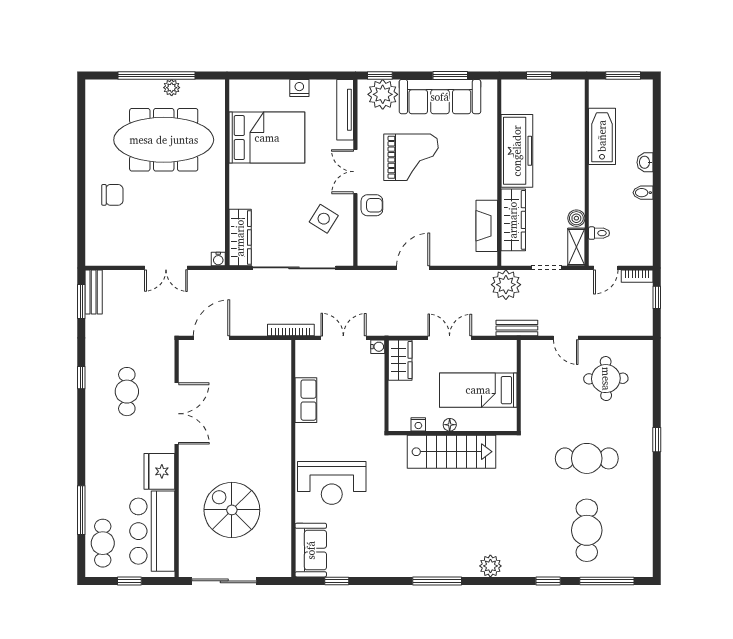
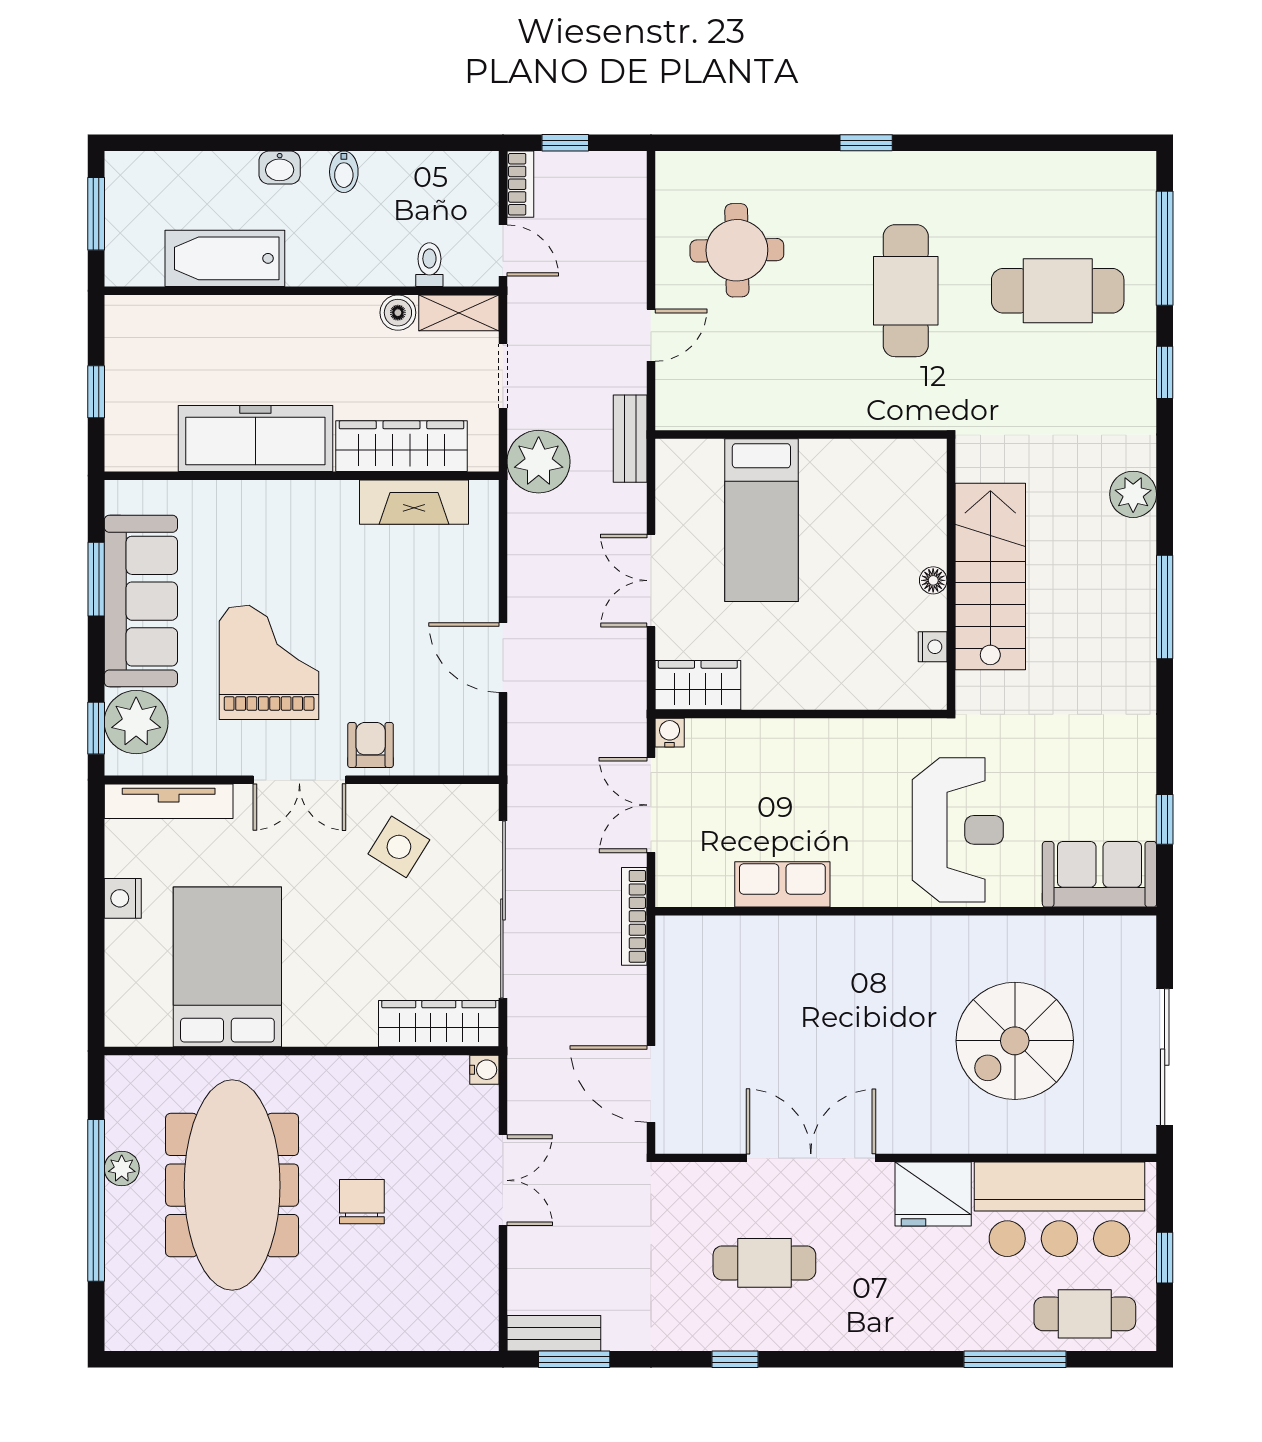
chair: (112, 195) -> (362, 1202), moved
nightstand: (418, 424) -> (933, 647), moved
floor lamp: (450, 425) -> (933, 580), moved
wall: (453, 433) -> (951, 574), moved
stairs: (452, 452) -> (990, 577), moved

